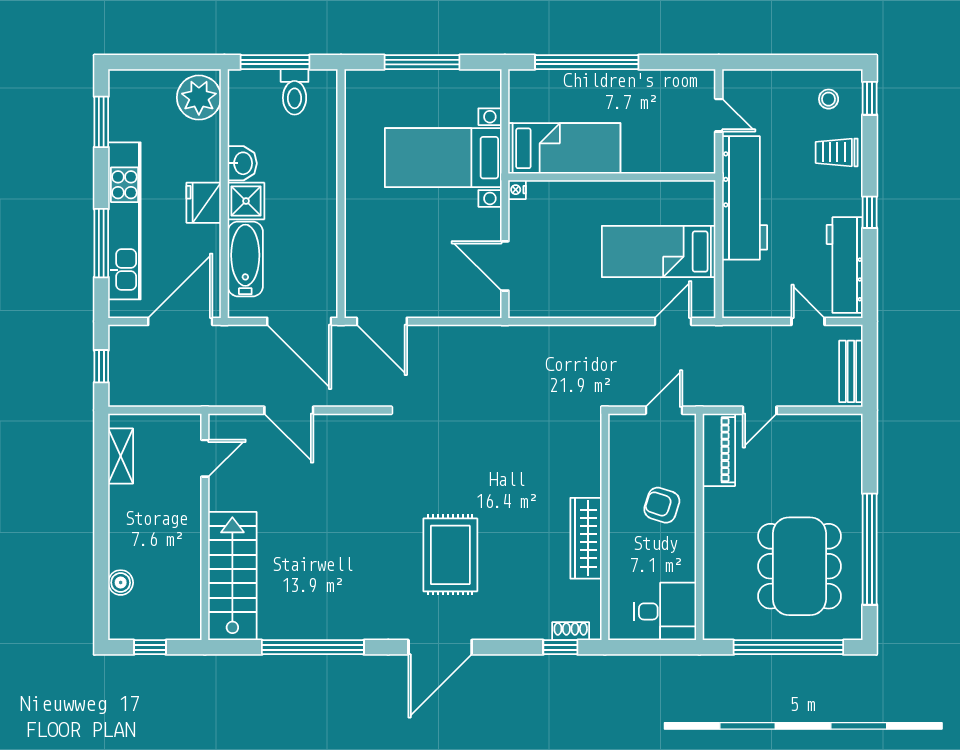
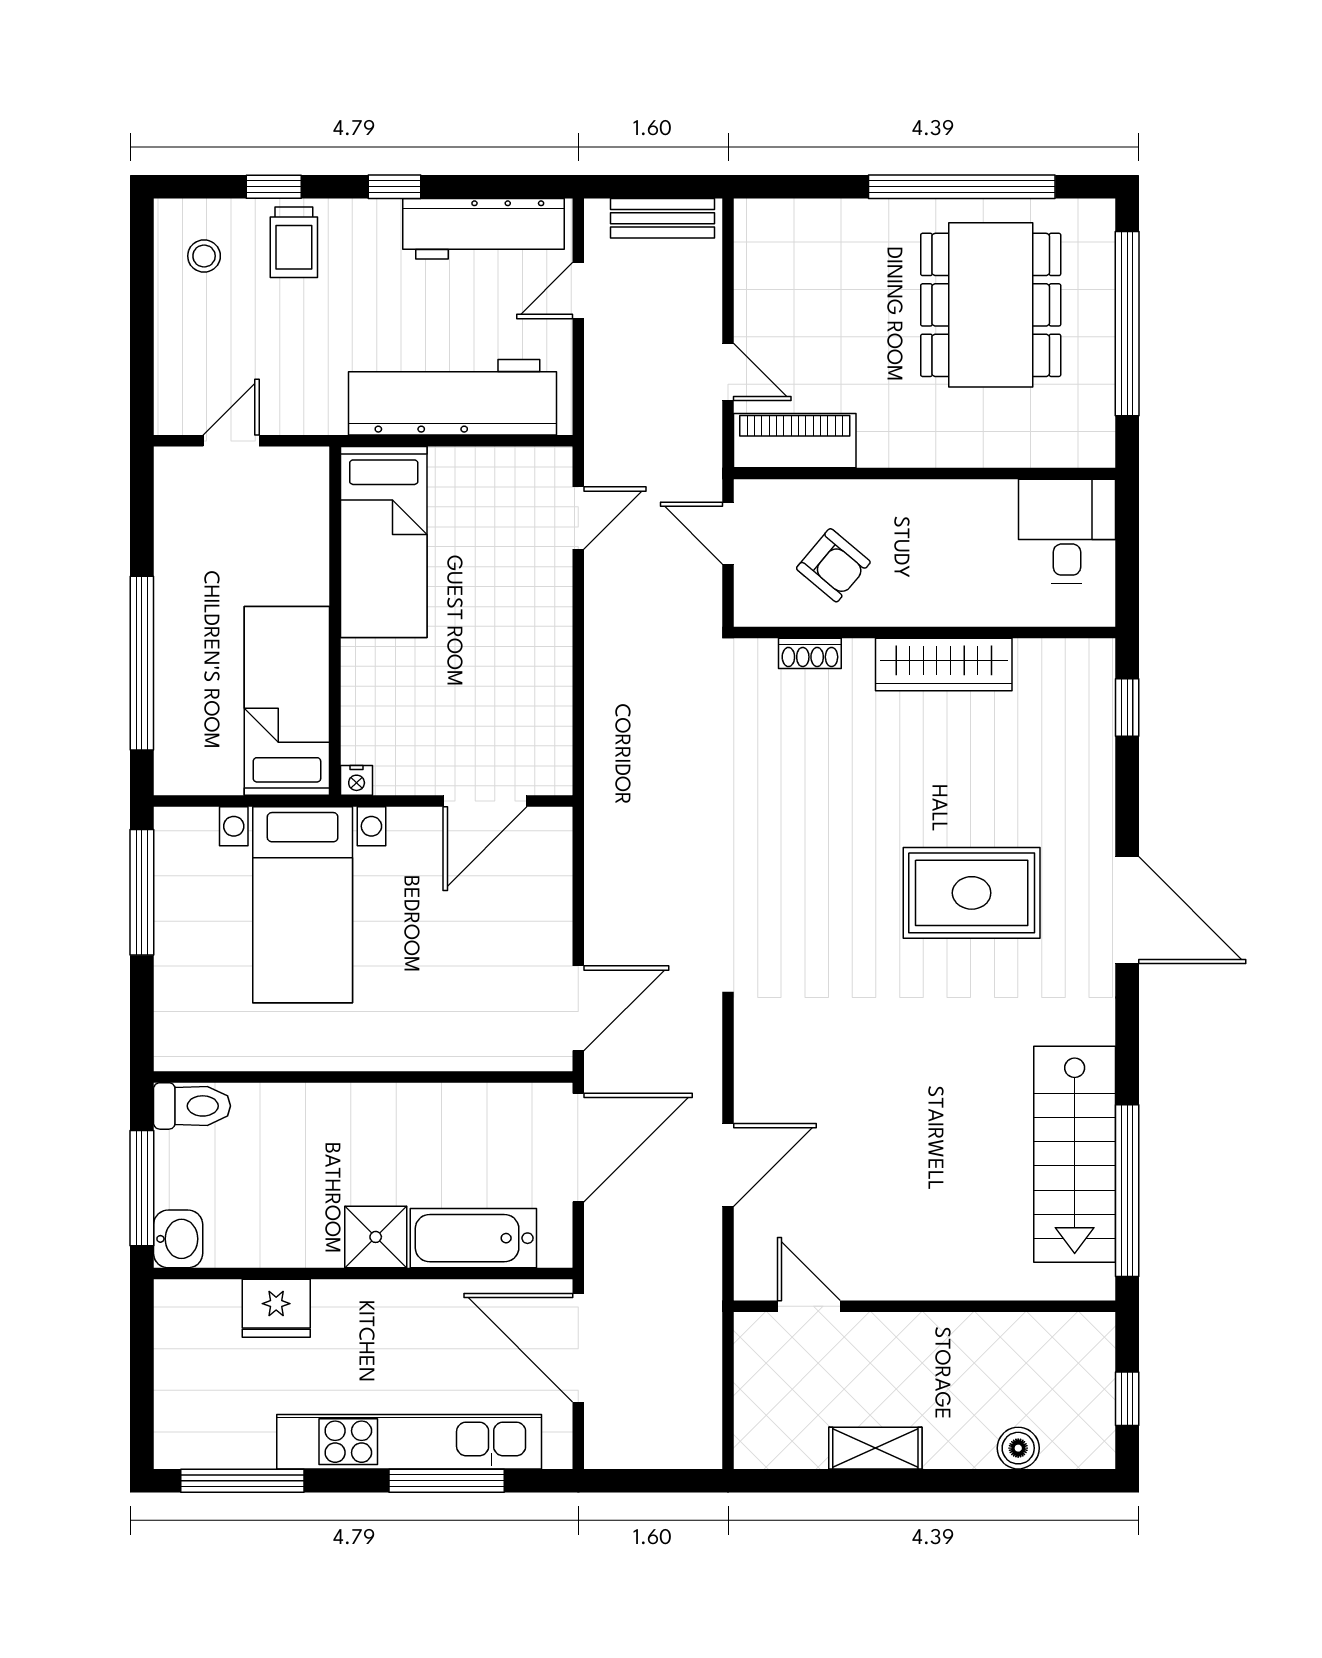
window: (422, 62) -> (142, 892), moved
toilet: (295, 92) -> (192, 1106), moved
plant: (199, 98) -> (201, 1316), removed
window: (870, 98) -> (274, 187), moved
window: (101, 122) -> (242, 1481), width x1.44
washbasin: (242, 163) -> (178, 1239), moved, turned 90
workbench: (745, 198) -> (452, 397), moved
fridge: (204, 203) -> (276, 1308), moved
bed: (659, 252) -> (384, 542), moved
door: (673, 321) -> (578, 518), swing flipped
window: (101, 366) -> (654, 1481), removed
shelving: (121, 456) -> (875, 1448), moved
armchair: (662, 505) -> (833, 565), moved, turned -68
dining table: (799, 566) -> (991, 305), turned 90
stairs: (232, 576) -> (1075, 1154), moved, turned -90
shoe rack: (571, 631) -> (810, 653), moved, turned -90
window: (313, 647) -> (1127, 1191), moved

